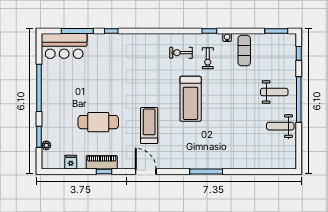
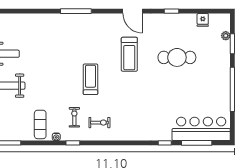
bar counter: (64, 46) -> (201, 129), width x1.36
treadmill: (191, 99) -> (90, 79), width x0.73, depth x0.73
piano: (102, 162) -> (174, 20), removed

